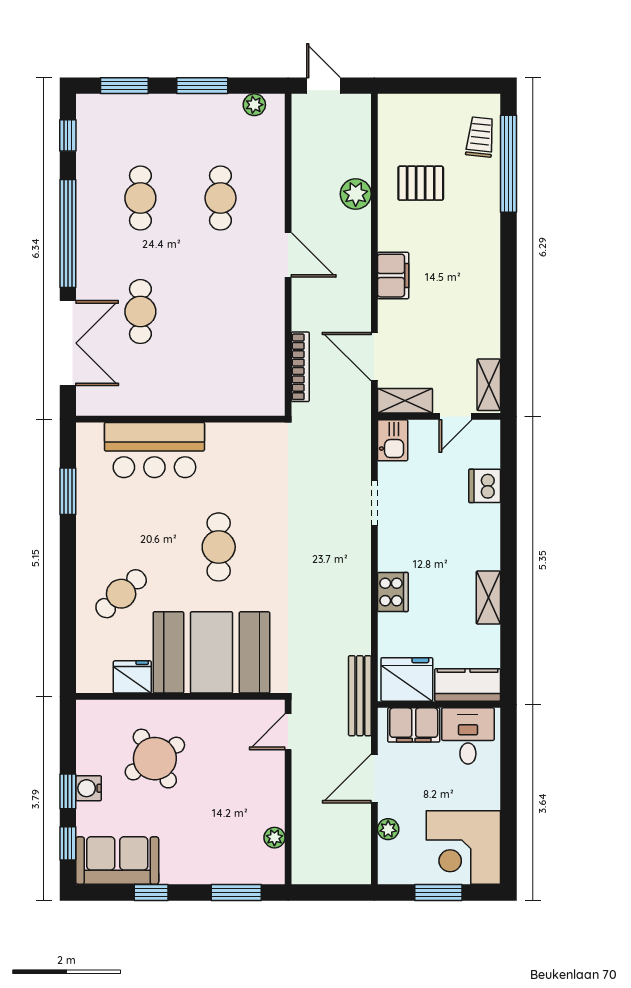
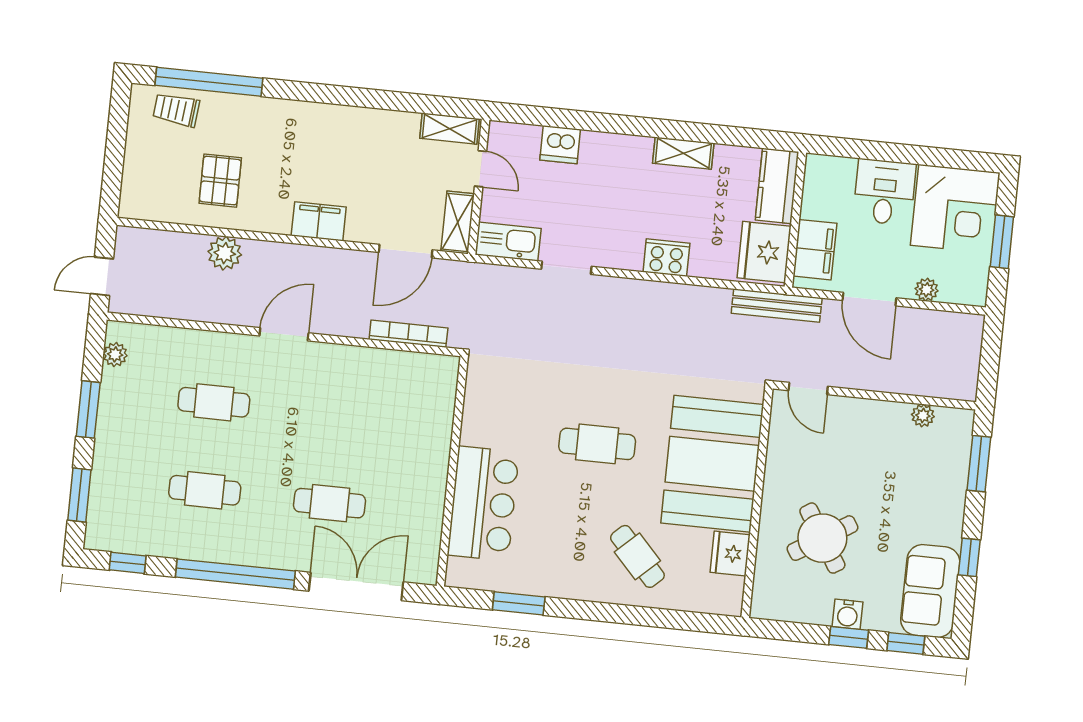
kitchen sink: (393, 440) -> (508, 242), width x1.38
desk: (468, 736) -> (884, 192), moved, turned 90

